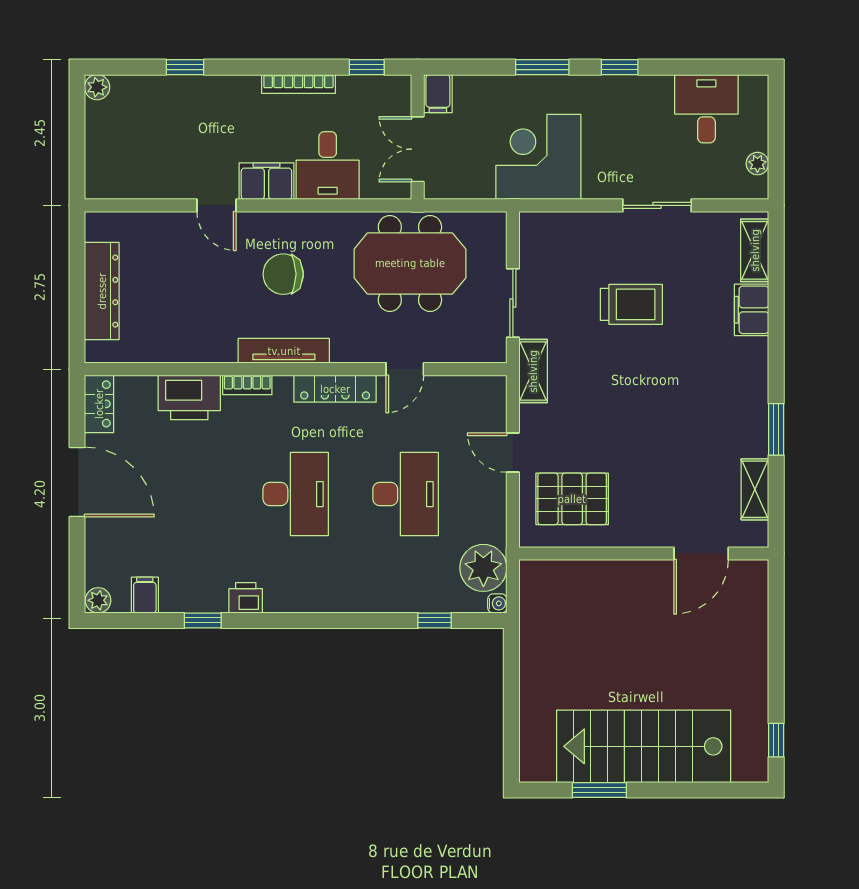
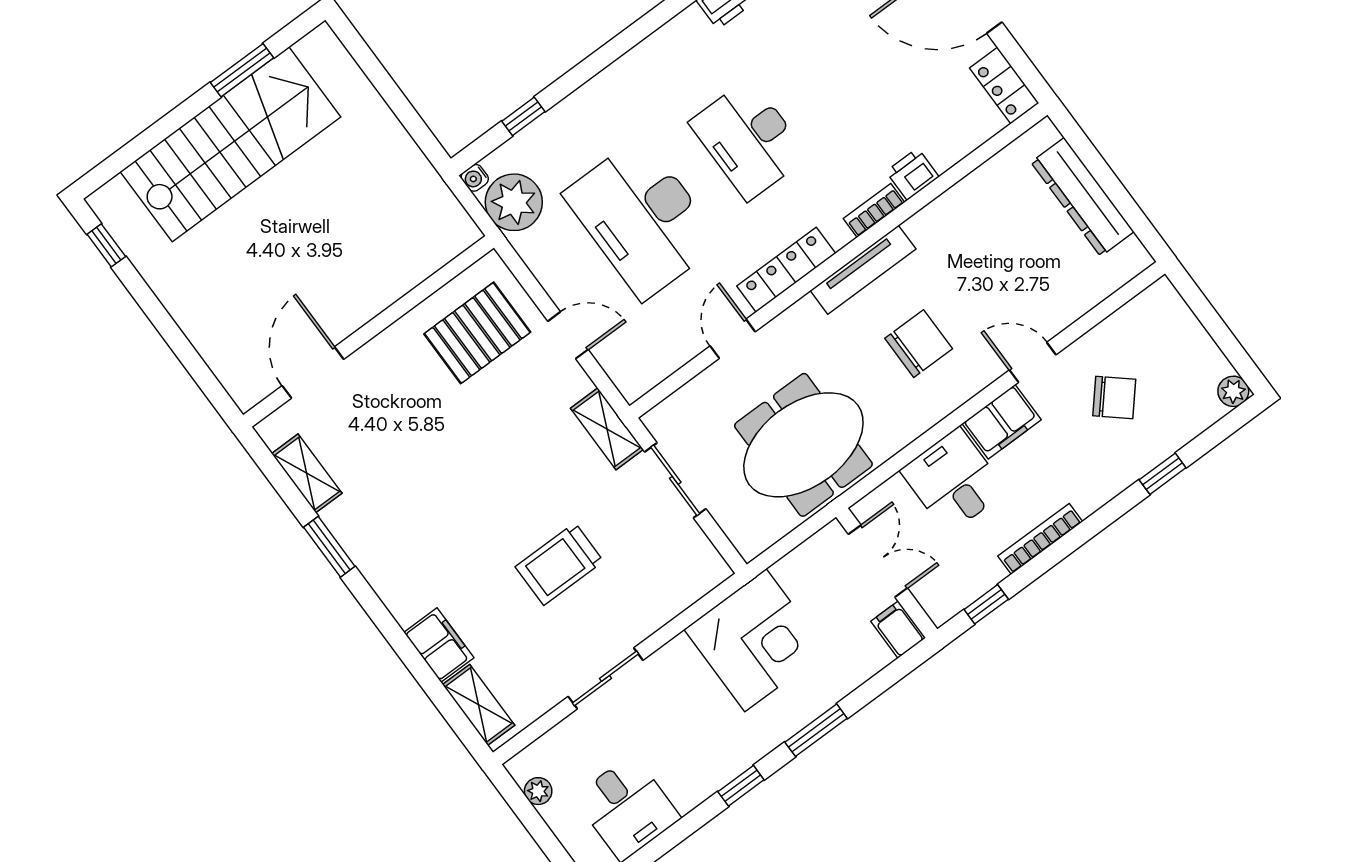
chair: (179, 142) -> (1114, 398), added
printer: (189, 397) -> (912, 174), width x0.53, depth x0.68
desk: (406, 494) -> (642, 218), width x1.36, depth x1.30

